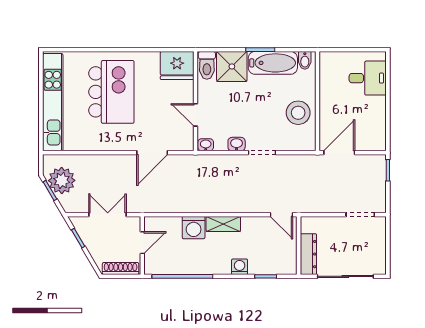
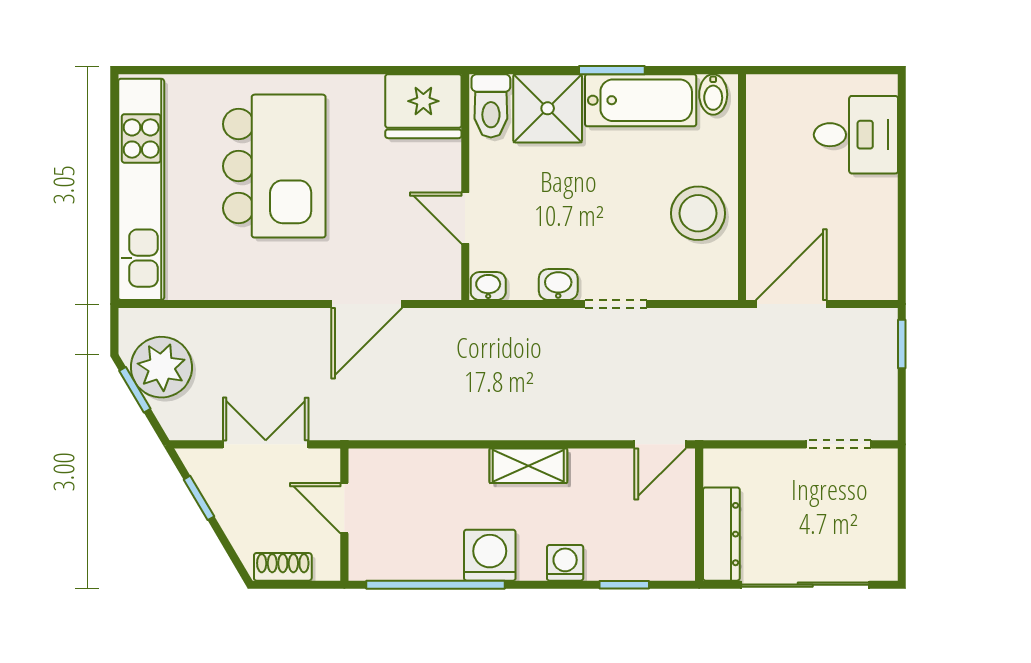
door: (281, 215) -> (660, 444), hinge flipped
washing machine: (194, 228) -> (490, 555), moved, turned 180
door: (142, 243) -> (344, 508), swing flipped
shoe rack: (121, 269) -> (283, 567), width x0.70

